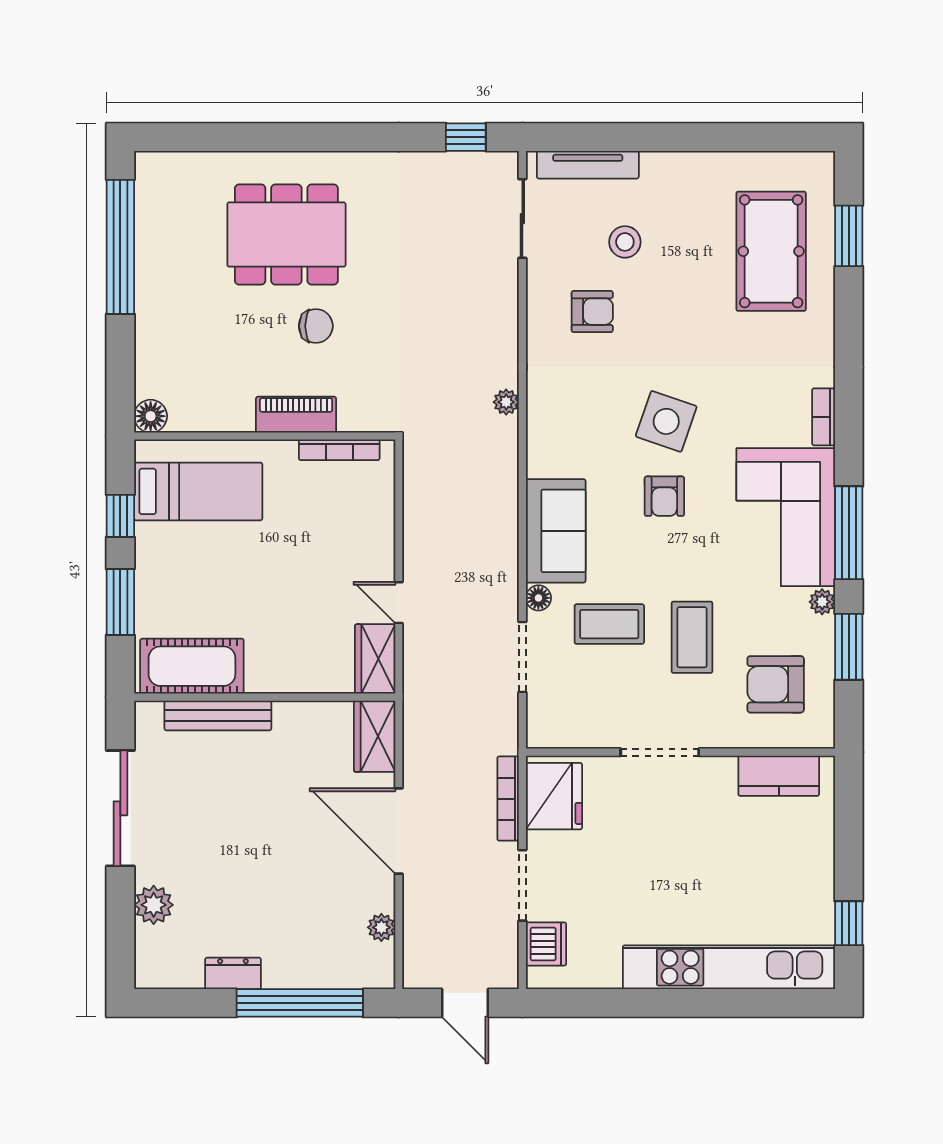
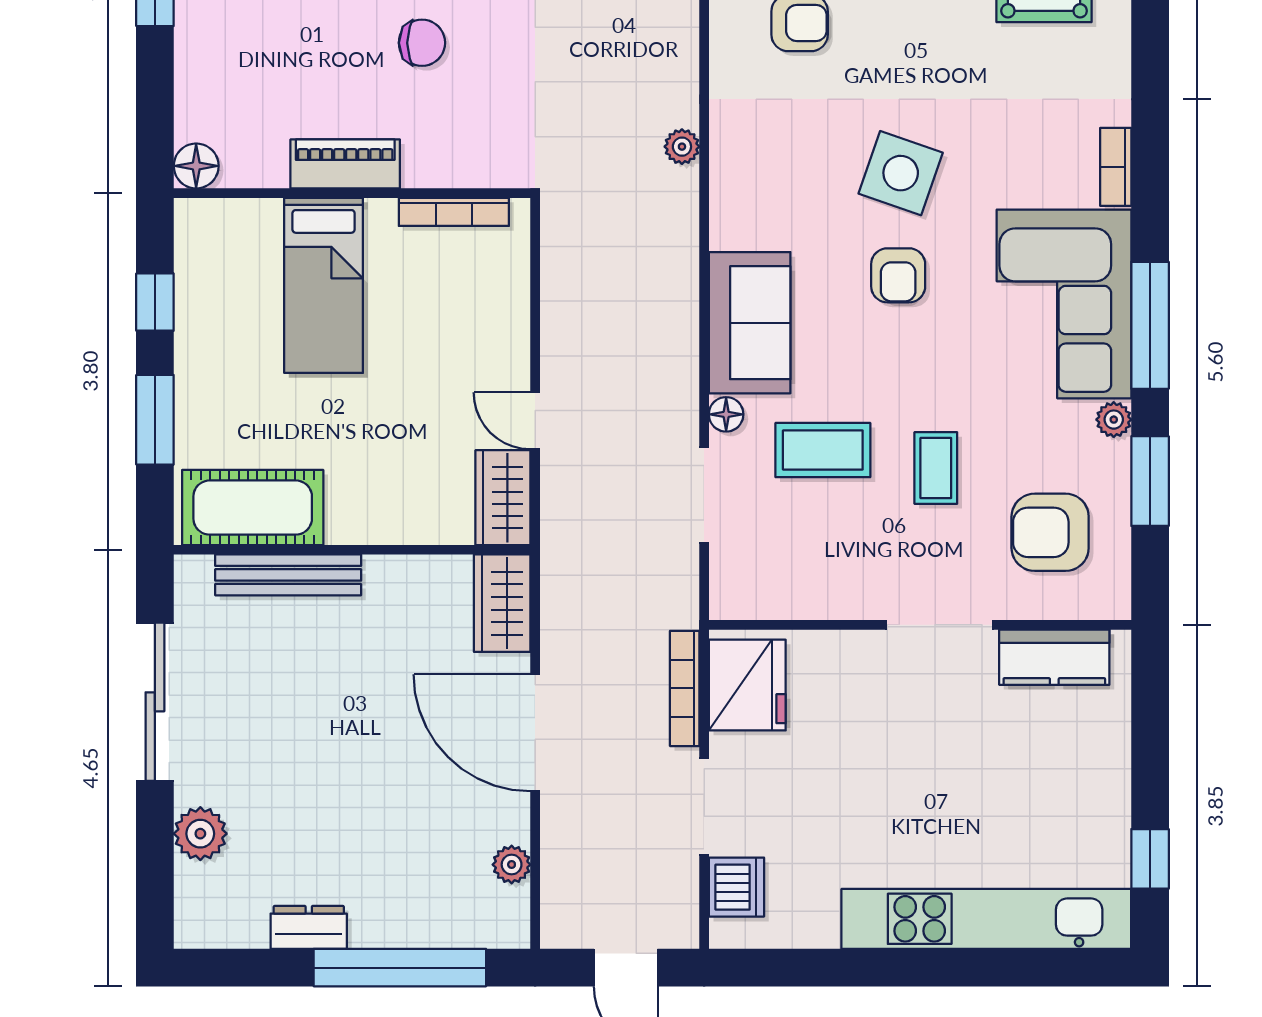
piano: (296, 415) -> (345, 164), moved
bed: (198, 491) -> (324, 285), moved, turned 90
coffee table: (692, 637) -> (936, 468), width x0.73, depth x0.77
doorway: (660, 752) -> (939, 625), moved

